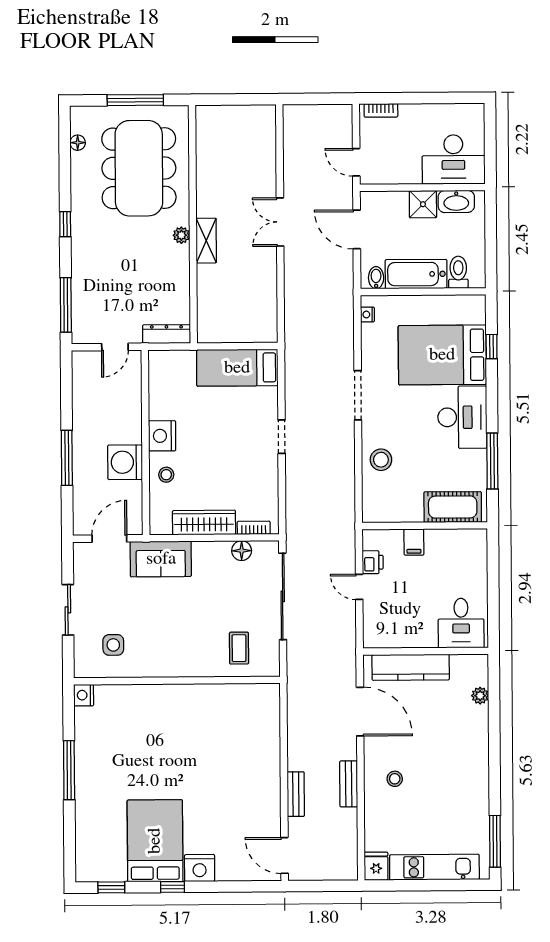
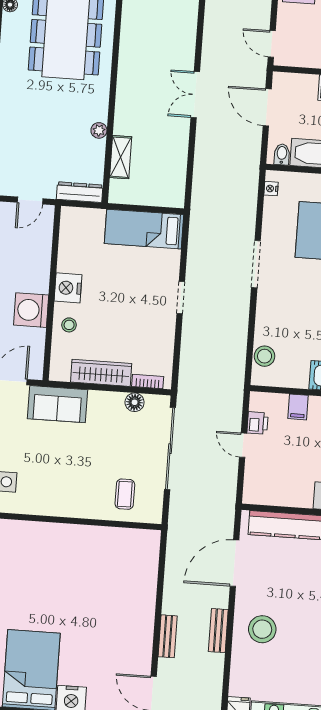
plant: (181, 235) -> (99, 130), moved
shelving: (206, 241) -> (121, 157), moved
stool: (381, 460) -> (265, 356), moved
door: (360, 712) -> (235, 563), swing flipped
stool: (395, 779) -> (262, 629), width x1.89, depth x1.89

